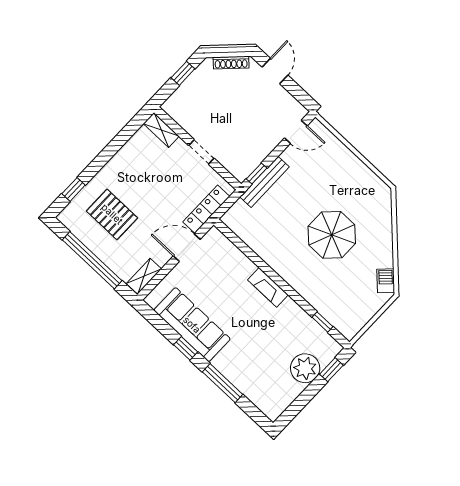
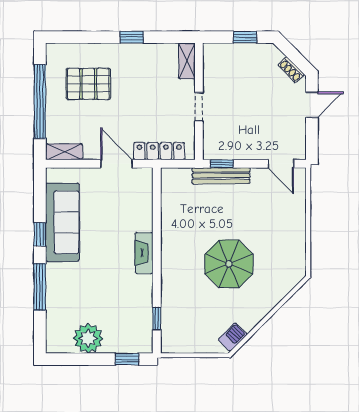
shoe rack: (231, 63) -> (291, 70), width x0.70
window: (74, 189) -> (132, 37), moved
pallet: (112, 214) -> (88, 84), turned 90
plant: (305, 368) -> (88, 338), moved

